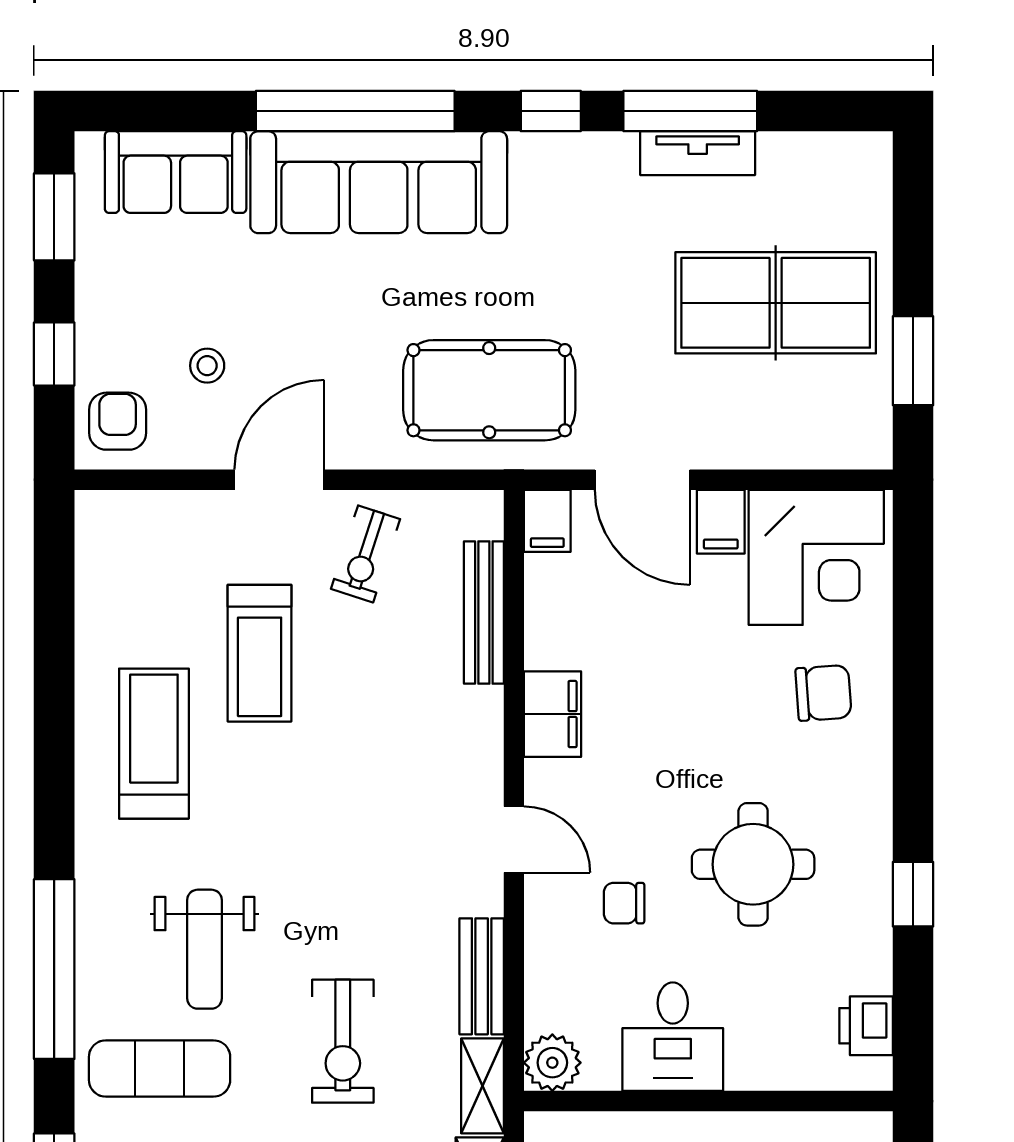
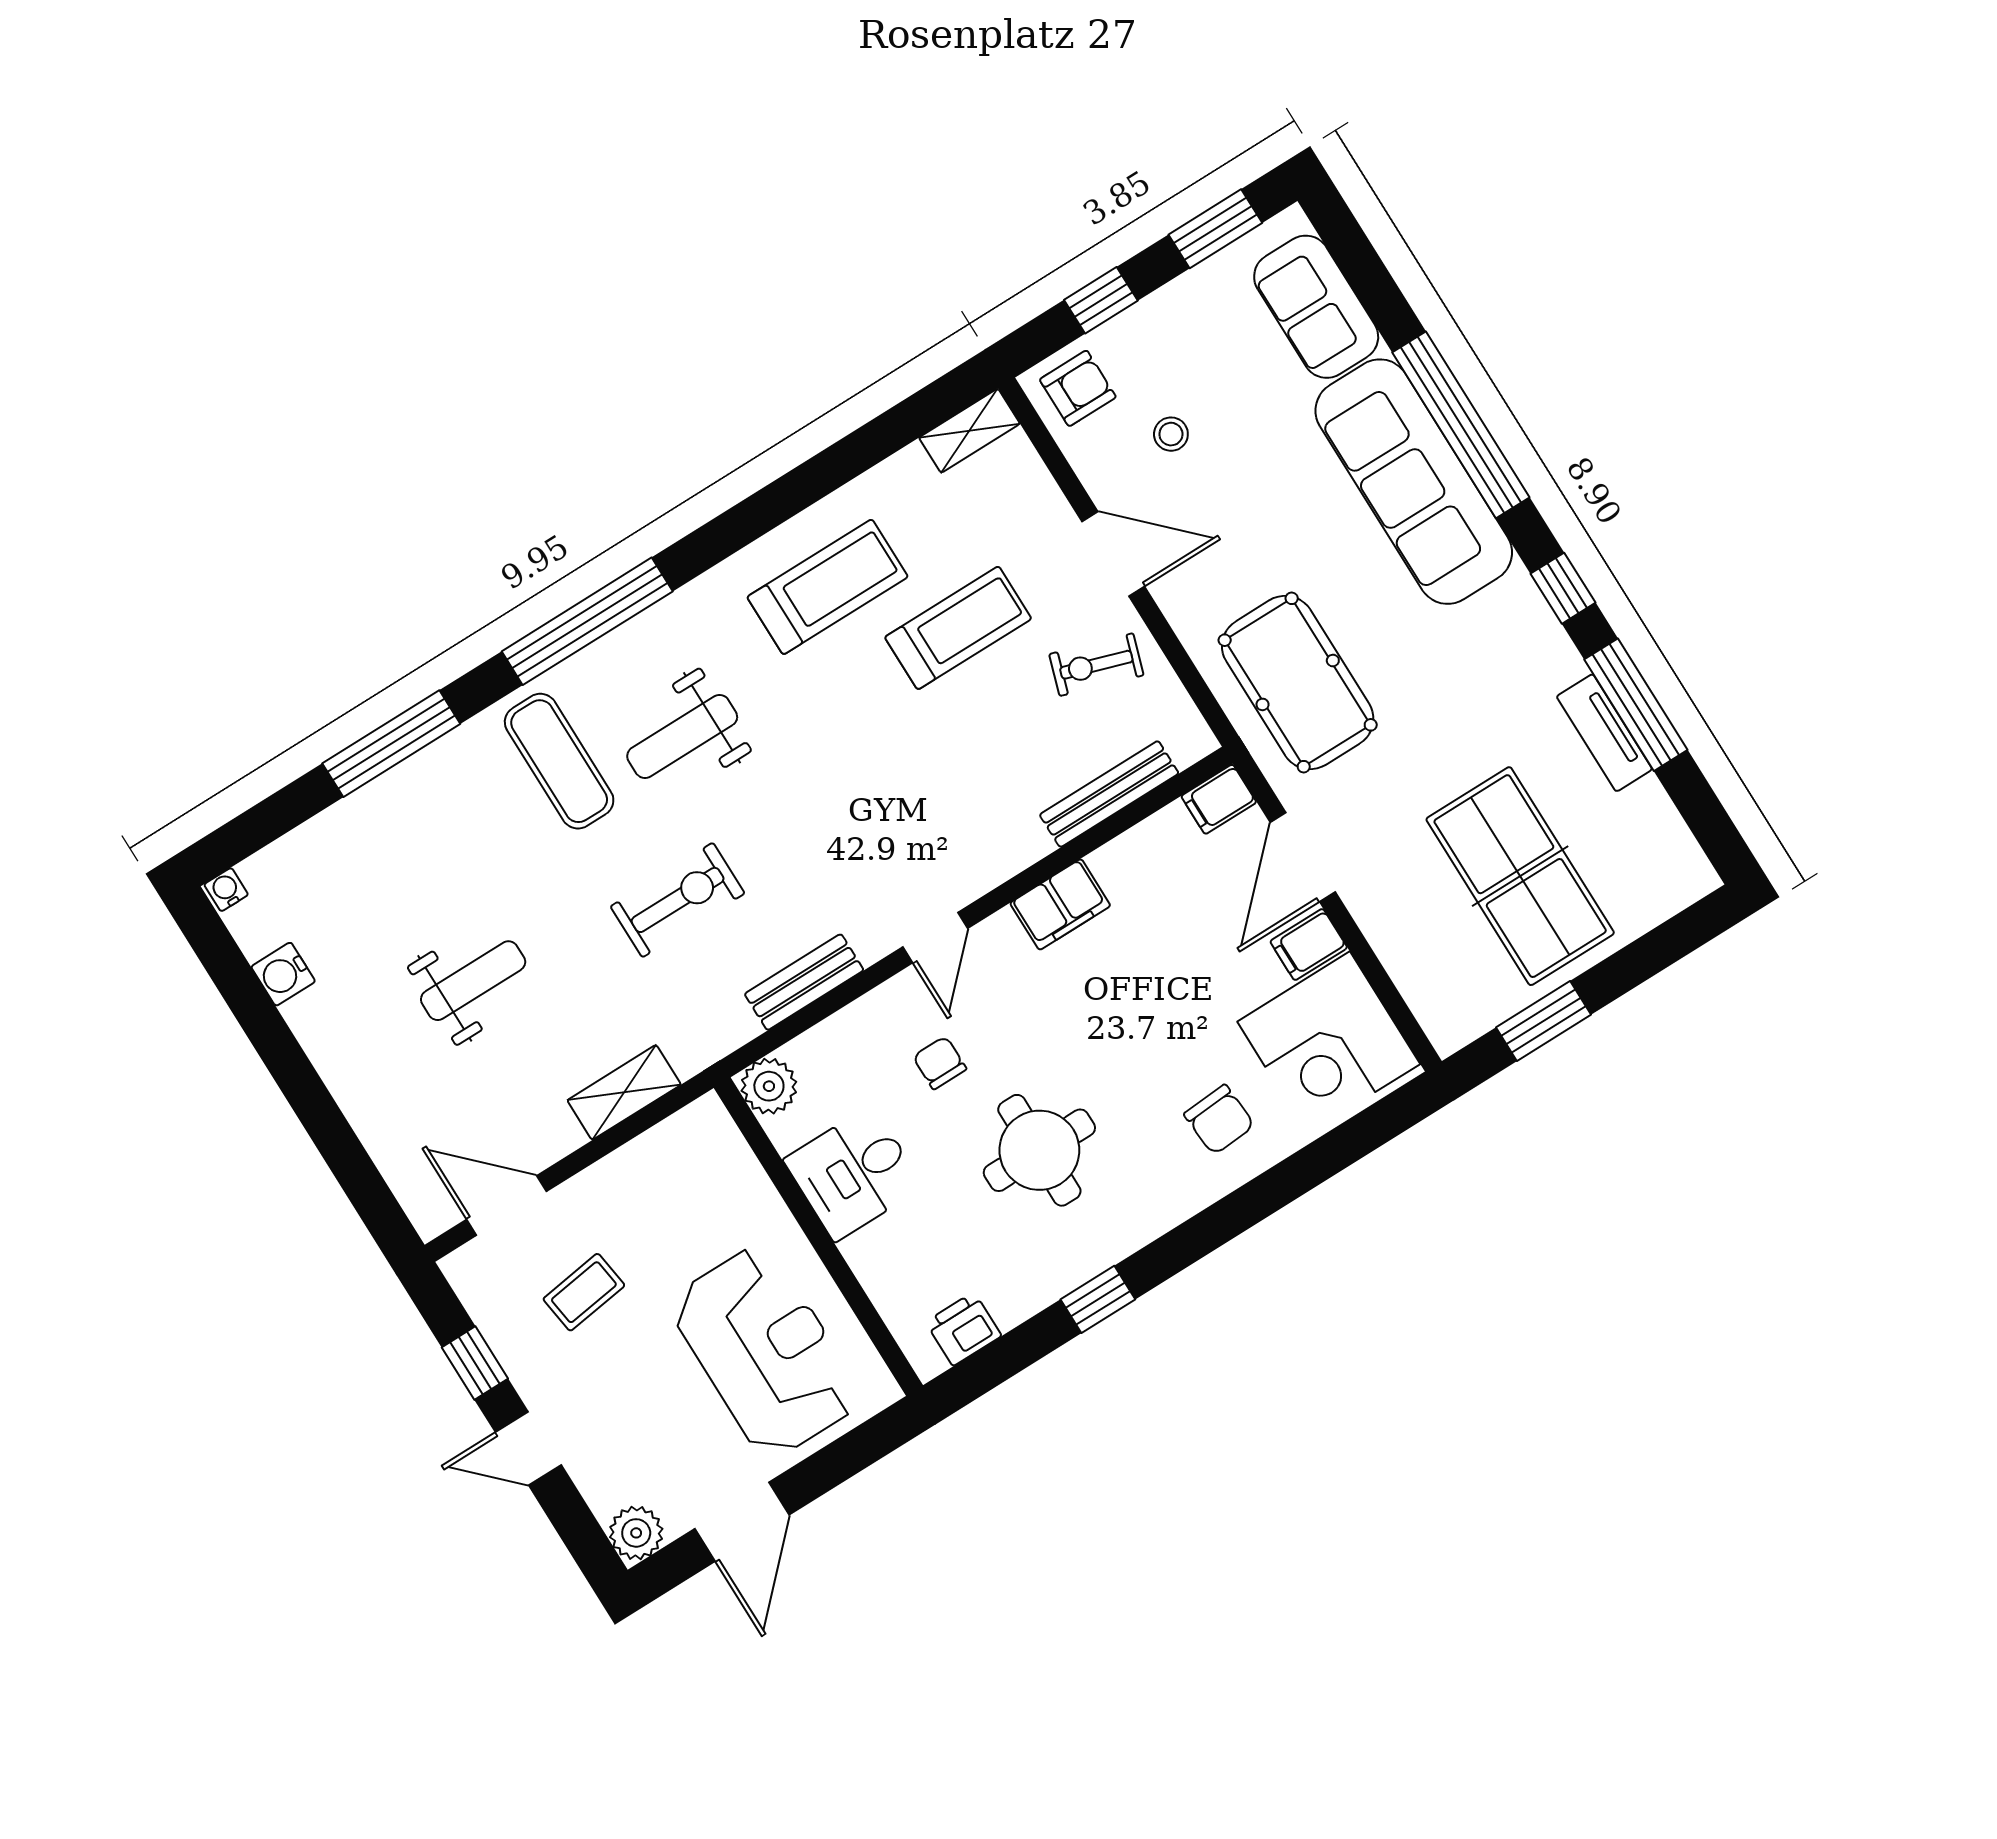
treadmill: (260, 653) -> (958, 628), turned 180
exercise bike: (343, 1041) -> (678, 900), turned 180
shelving: (482, 1086) -> (969, 431), moved

